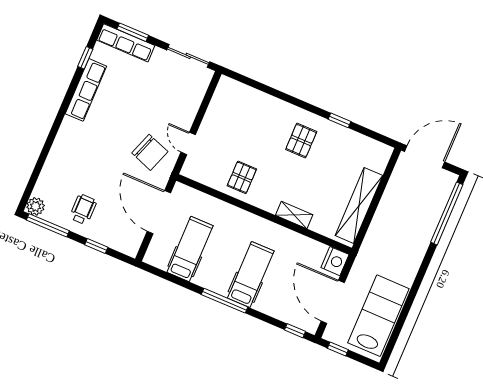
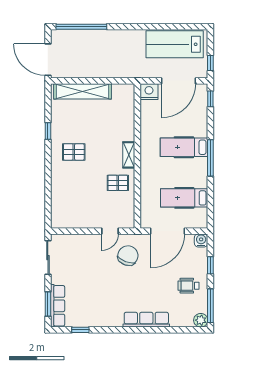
row of seats: (86, 90) -> (146, 320), moved
shelving: (359, 206) -> (82, 91), moved
shelving: (294, 215) -> (129, 155), moved
water cooler: (131, 247) -> (201, 240), added

